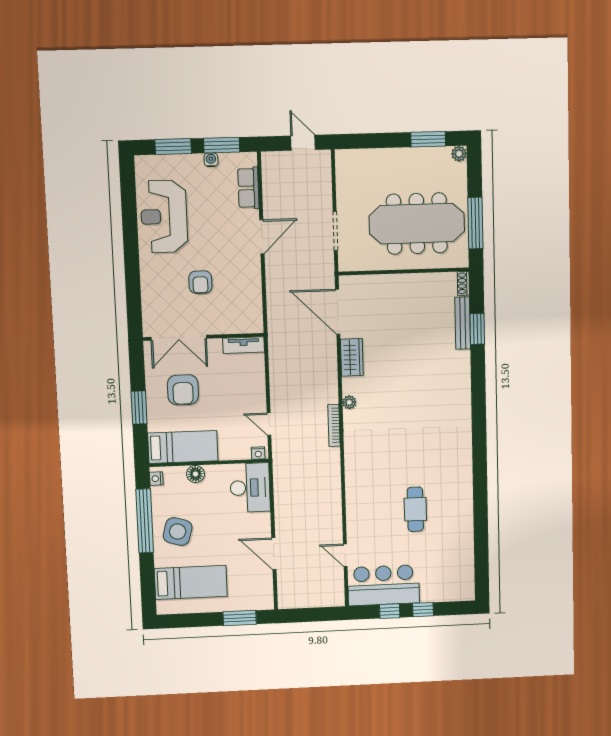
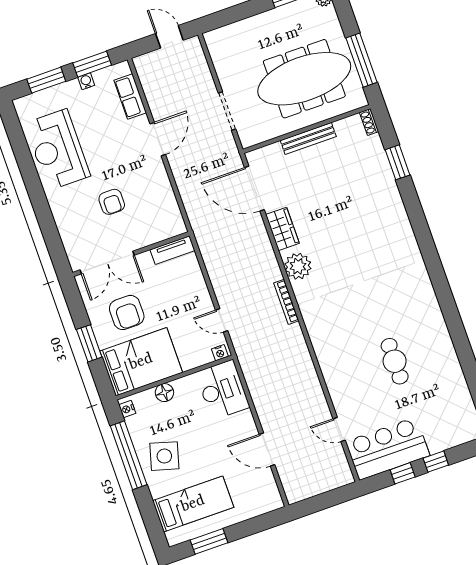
bench: (463, 323) -> (308, 138), moved, turned 90
plant: (349, 402) -> (298, 266), width x1.88, depth x1.88
bed: (183, 447) -> (141, 362), width x1.50
window: (240, 618) -> (209, 541), moved

